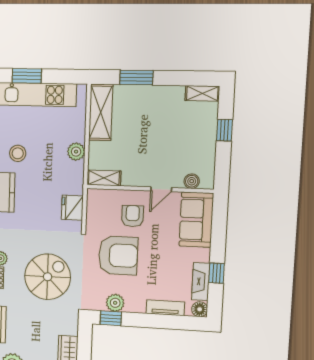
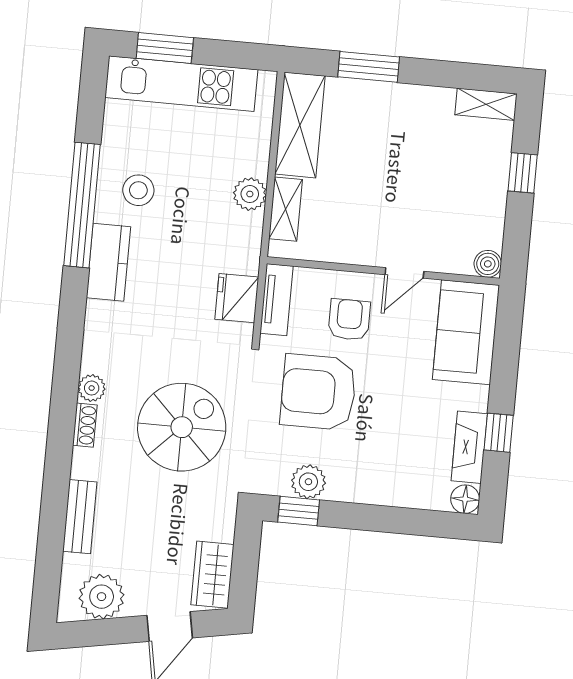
shelving: (104, 178) -> (286, 209), moved, turned 90
boiler: (192, 181) -> (488, 264), moved
armchair: (118, 255) -> (318, 392), turned 180
tv unit: (165, 308) -> (277, 300), moved, turned 90

